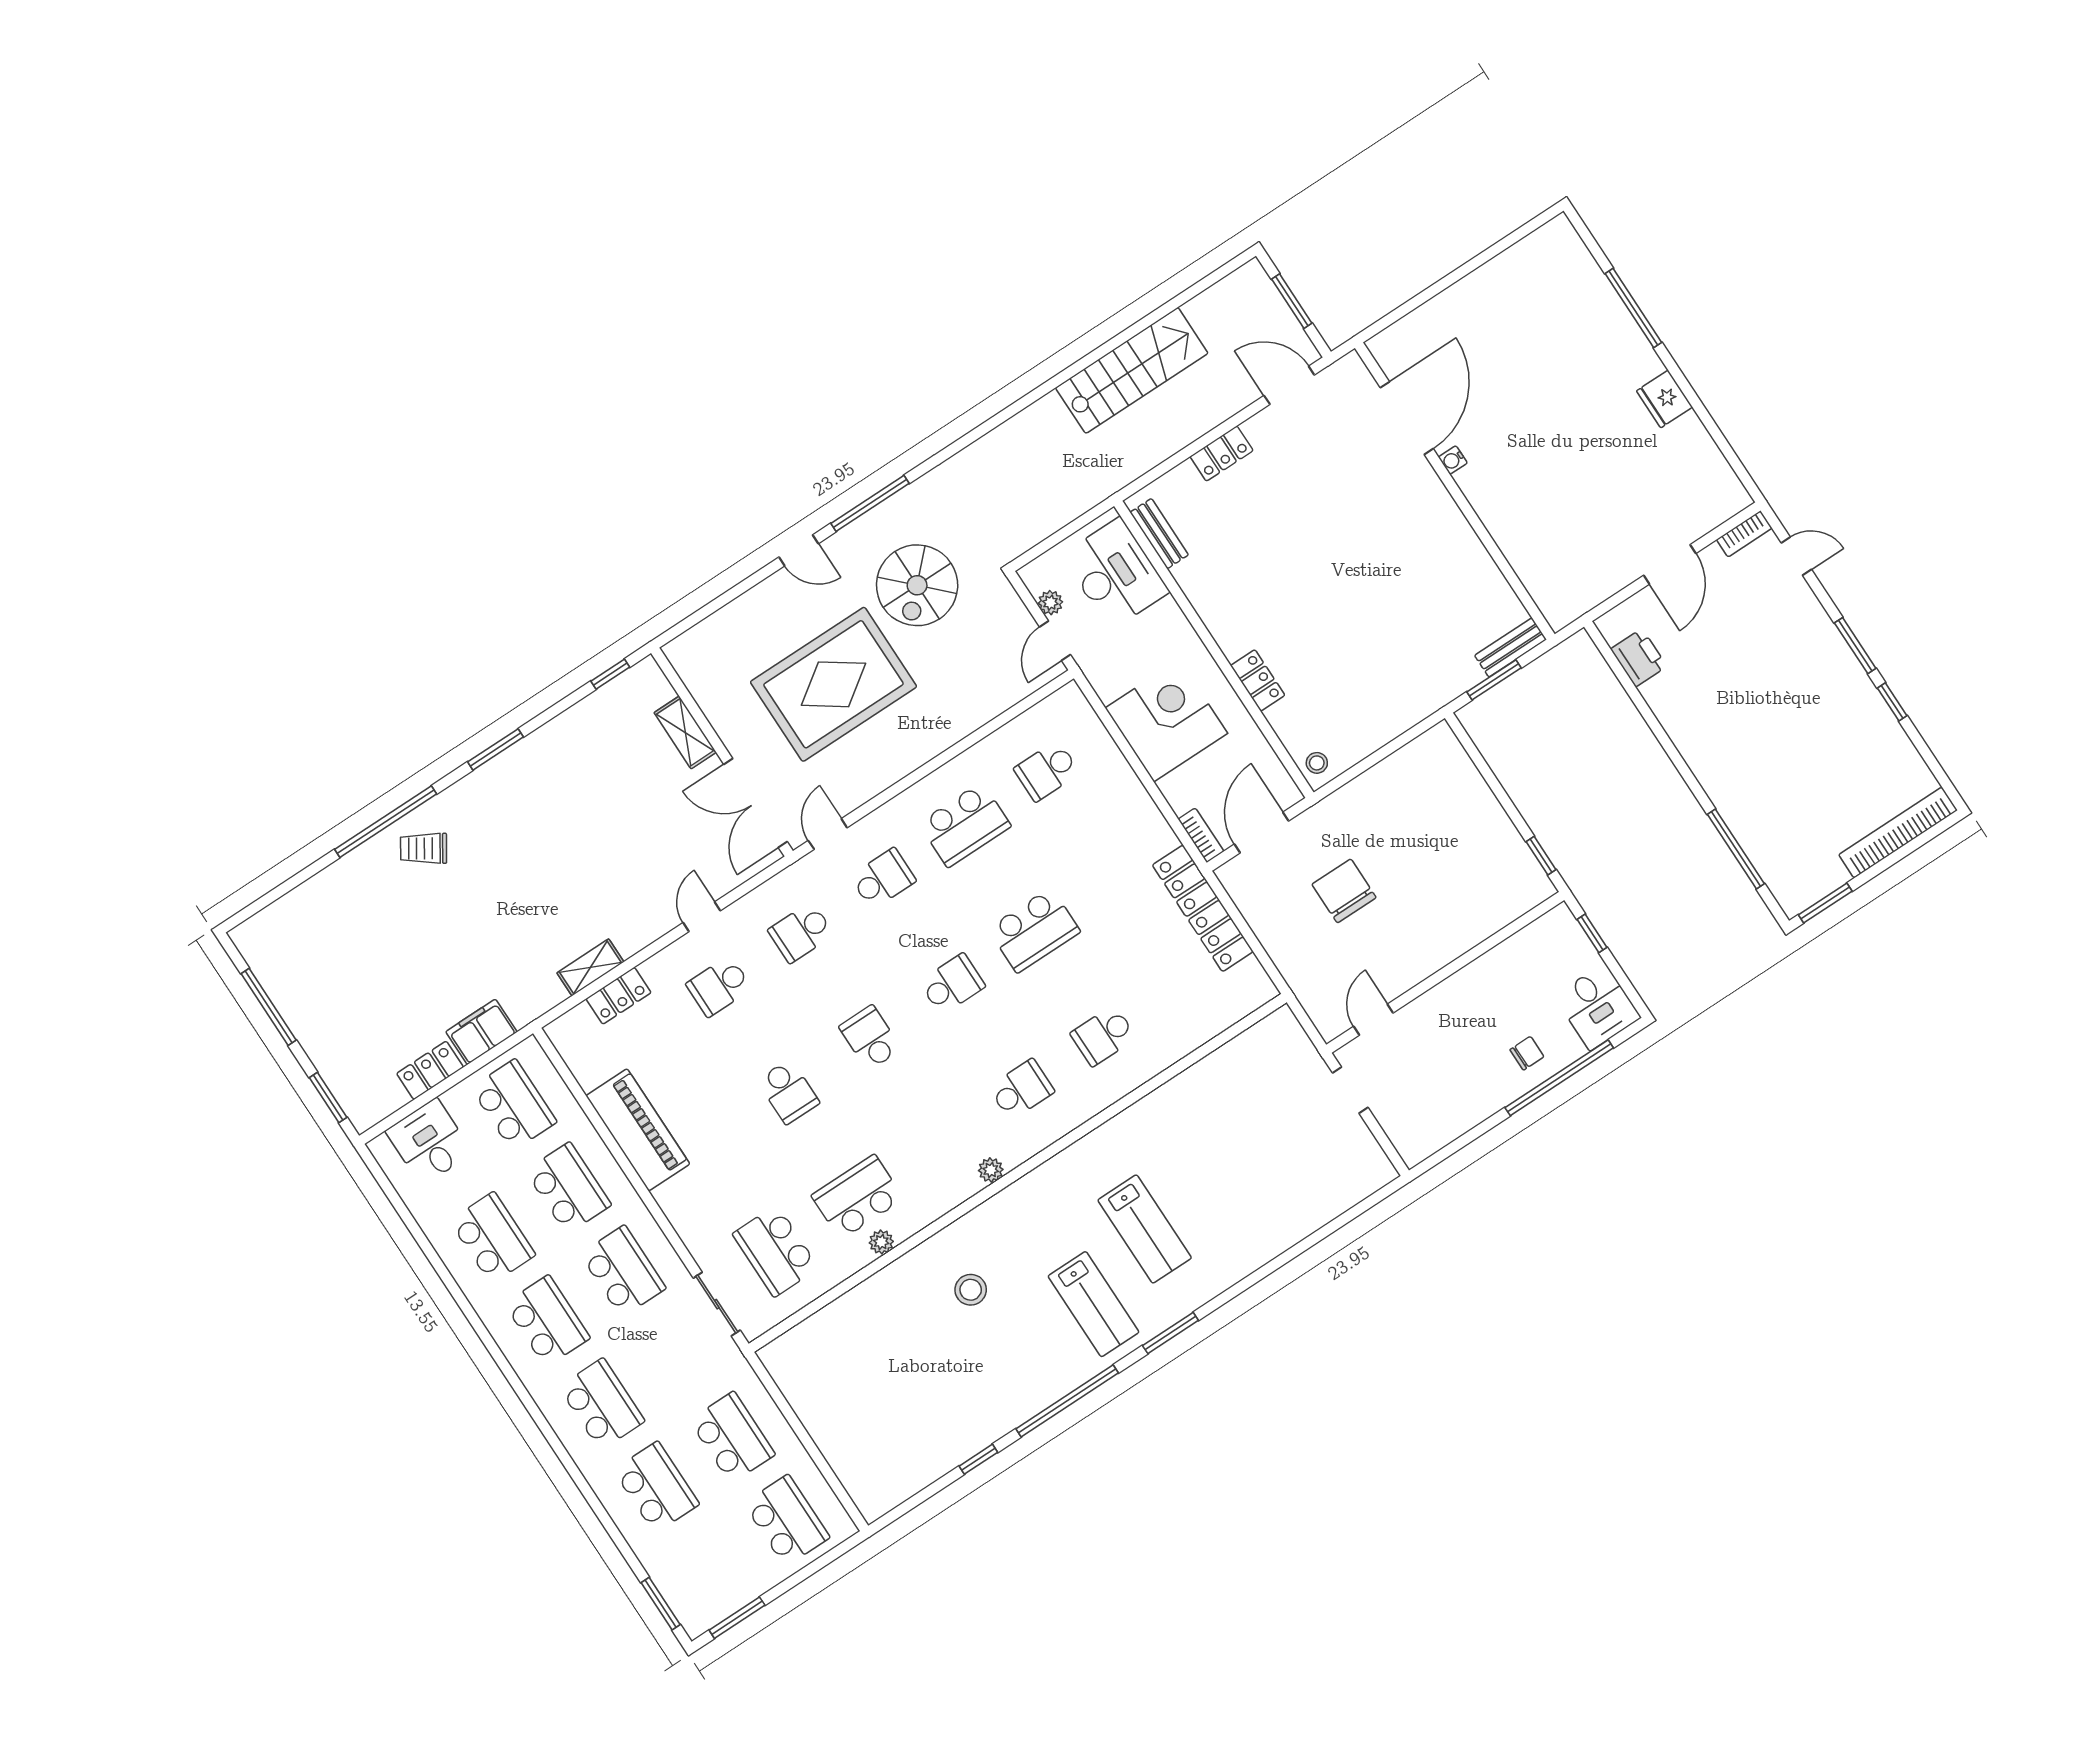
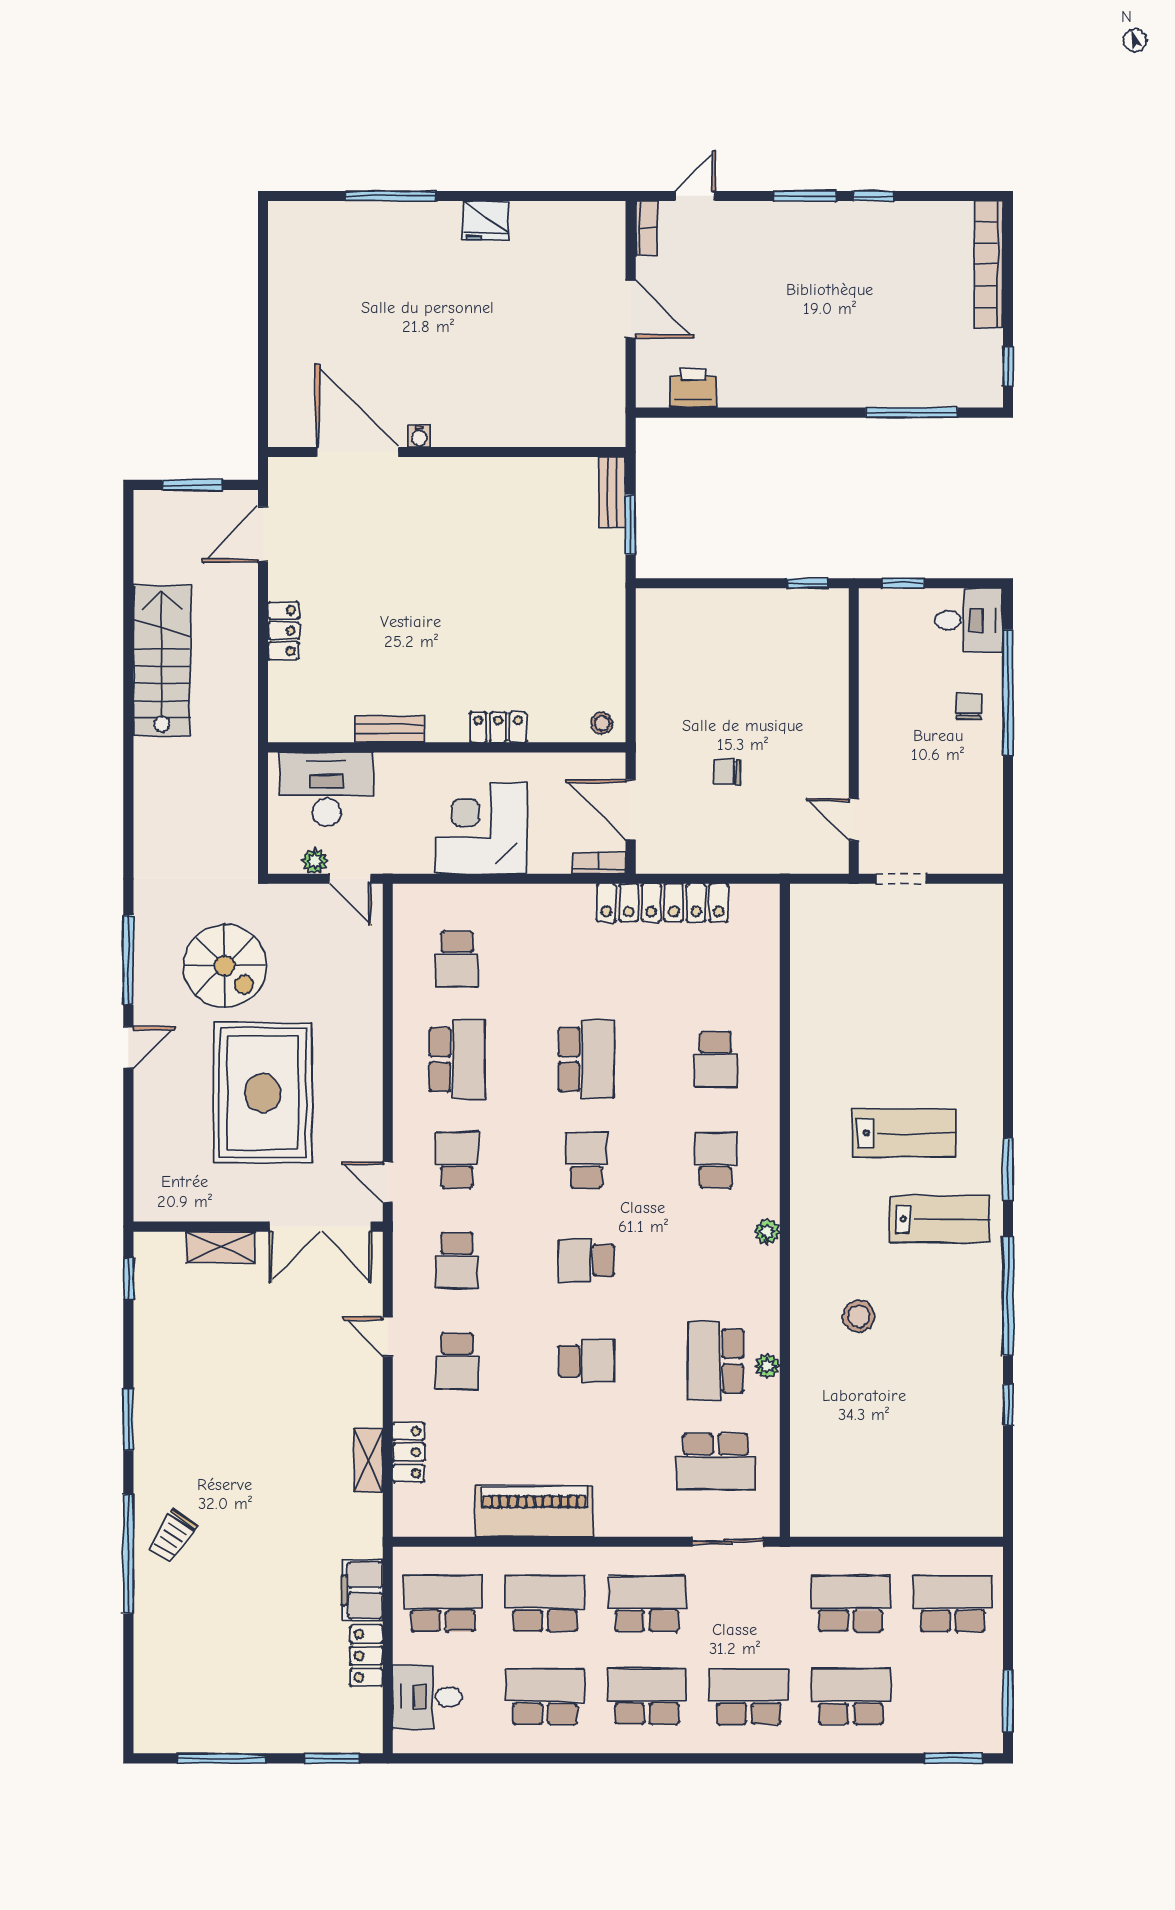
bench: (1159, 534) -> (389, 729), moved
chair: (1344, 891) -> (727, 772), width x0.54, depth x0.54
window: (1825, 903) -> (1008, 367), width x0.67

